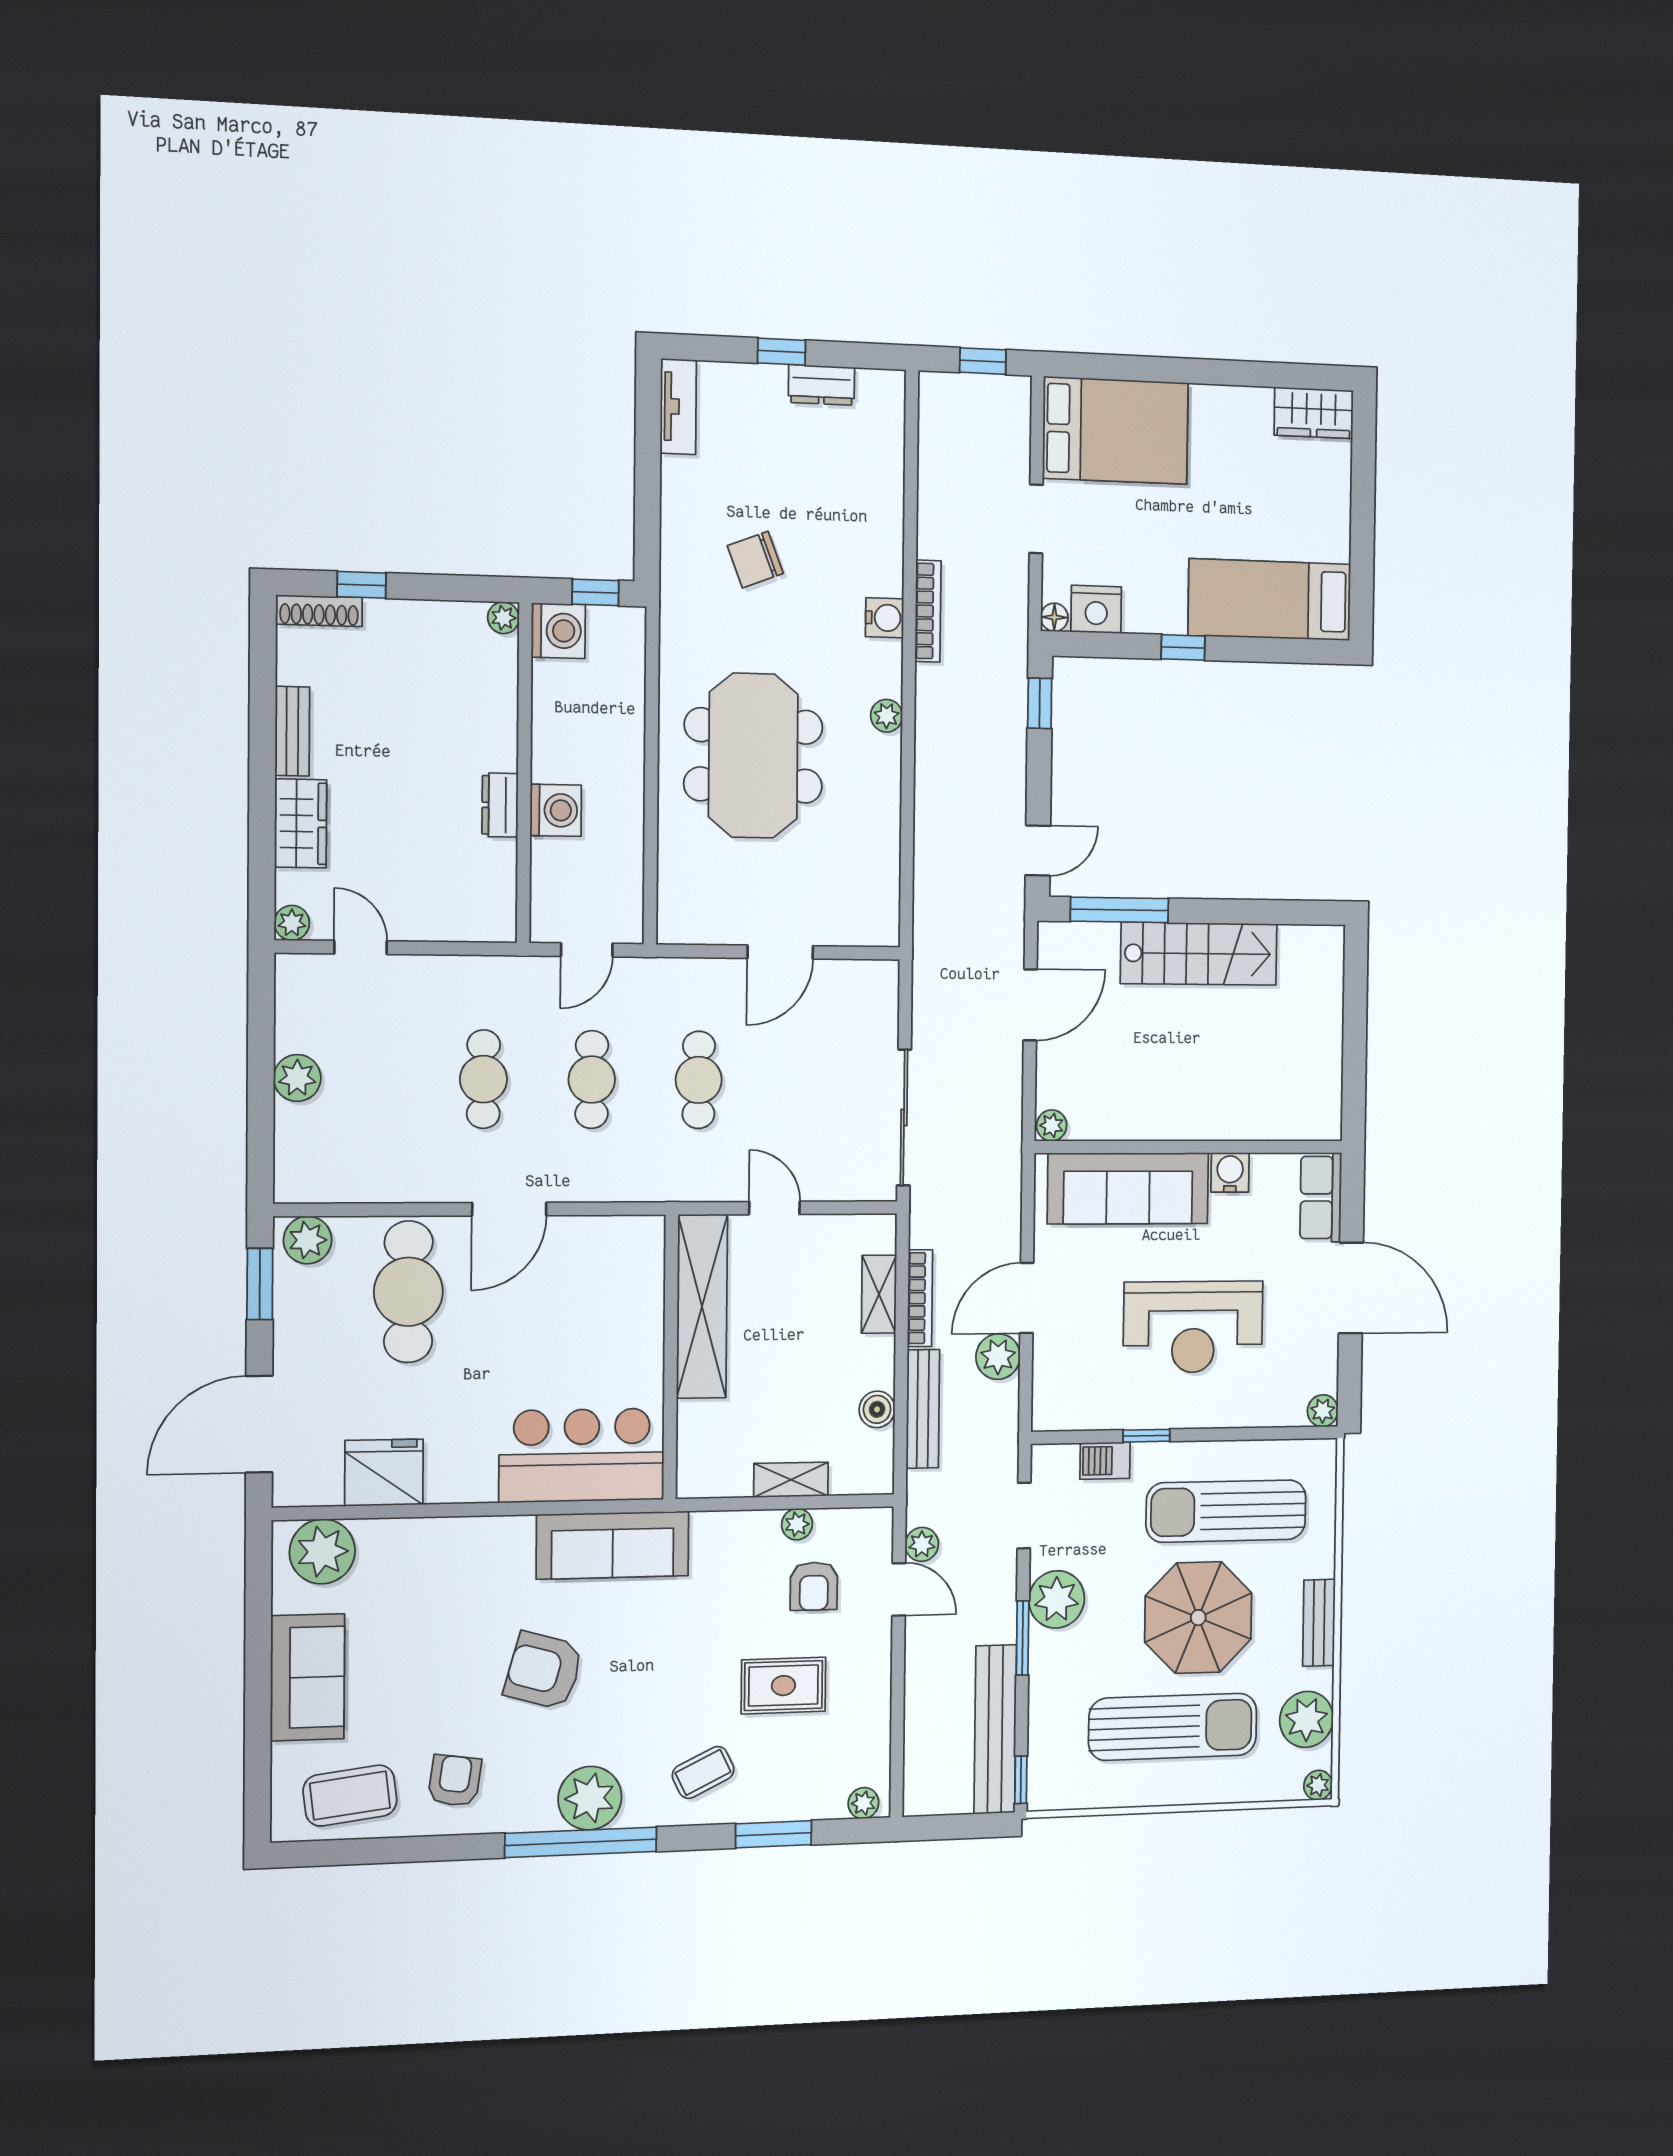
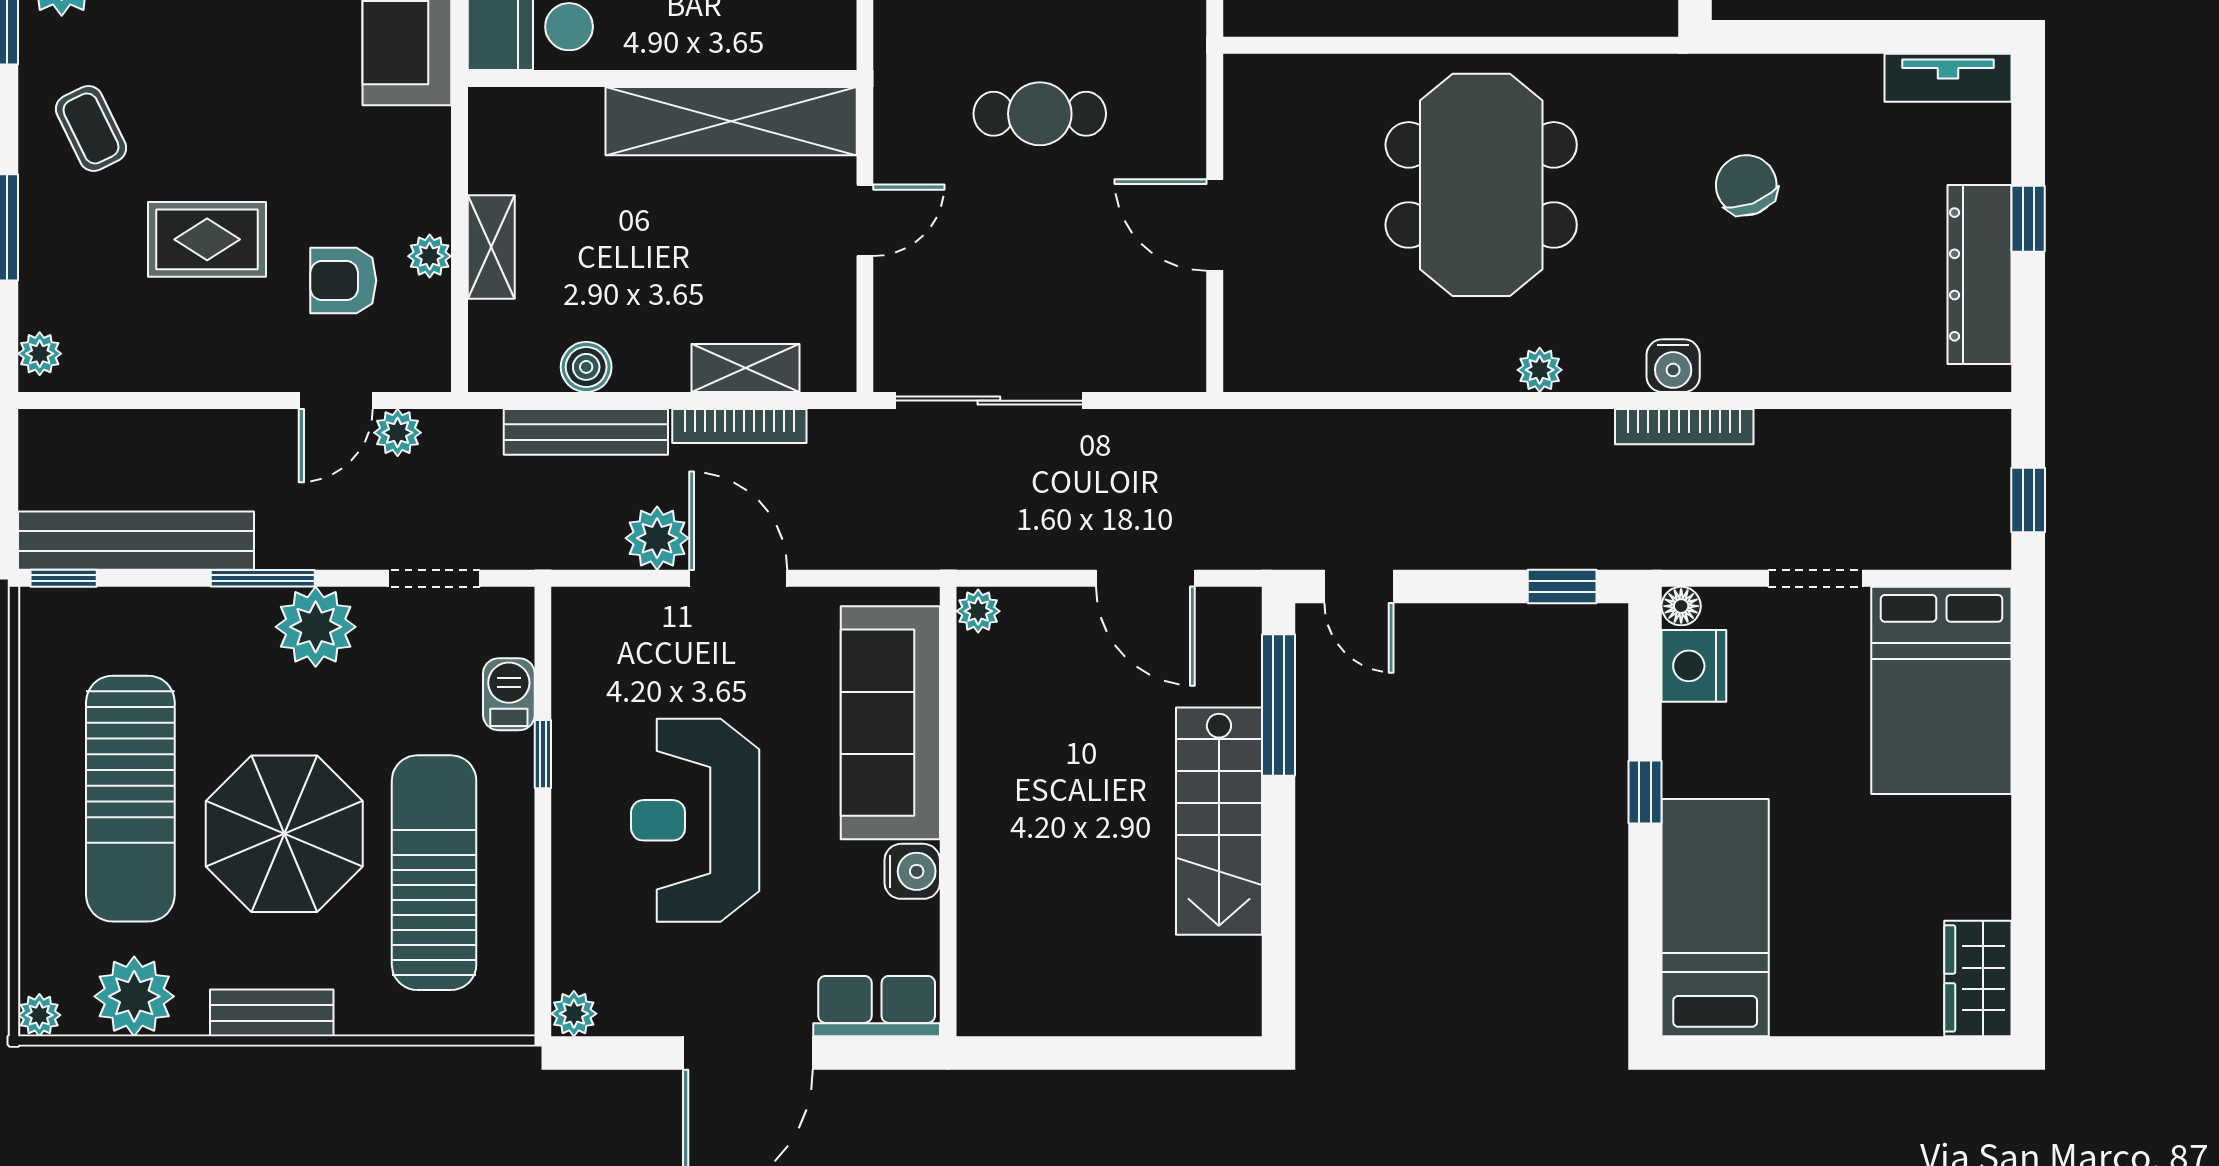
dresser: (821, 385) -> (1979, 274), width x1.96, depth x1.24
meeting table: (753, 756) -> (1481, 185), turned 90
rug: (783, 1686) -> (207, 239), turned 90

